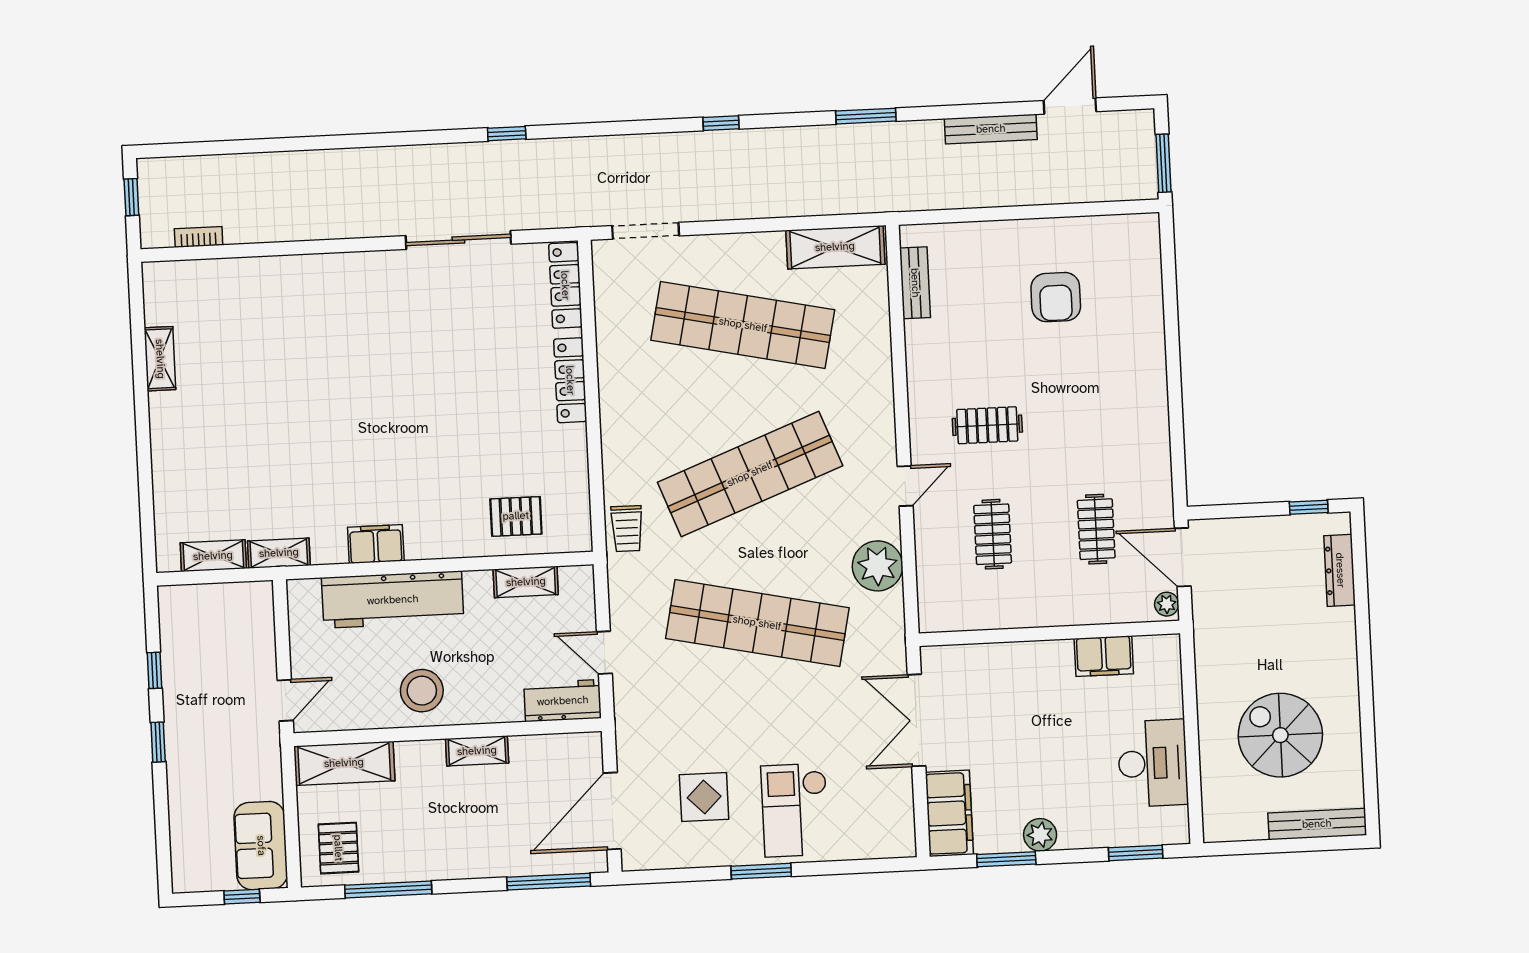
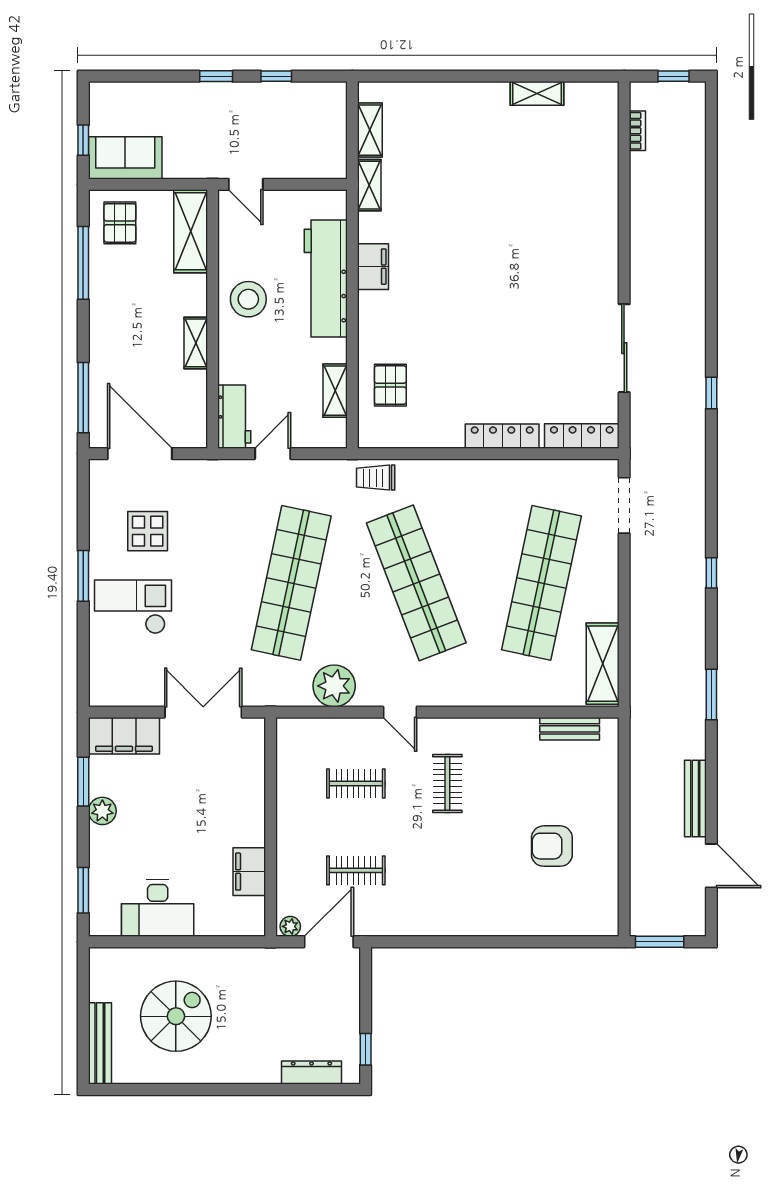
pallet: (338, 848) -> (120, 223), turned 90

